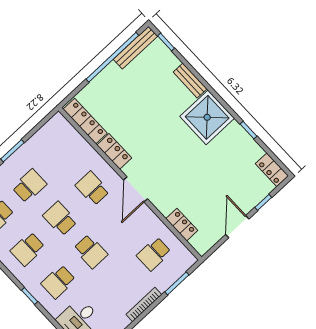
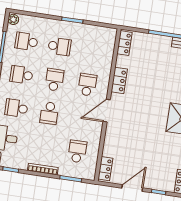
locker: (85, 121) -> (124, 43), width x0.66
locker: (182, 225) -> (105, 169), moved
school desk: (154, 254) -> (77, 151), turned 90

